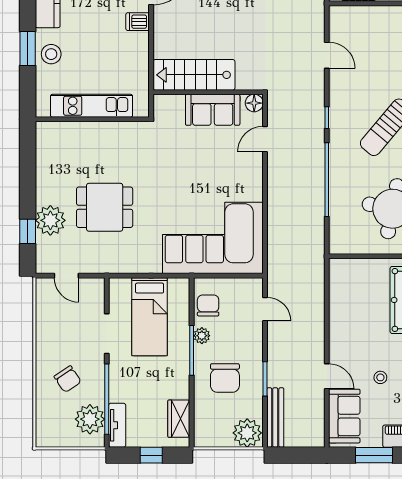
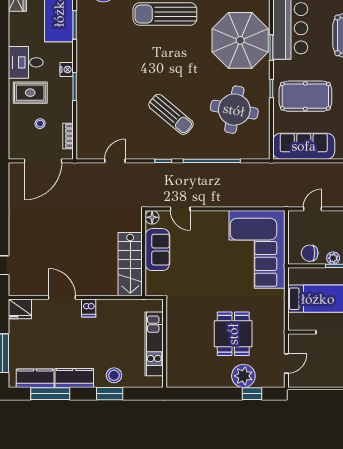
sofa: (346, 298) -> (304, 146), added

